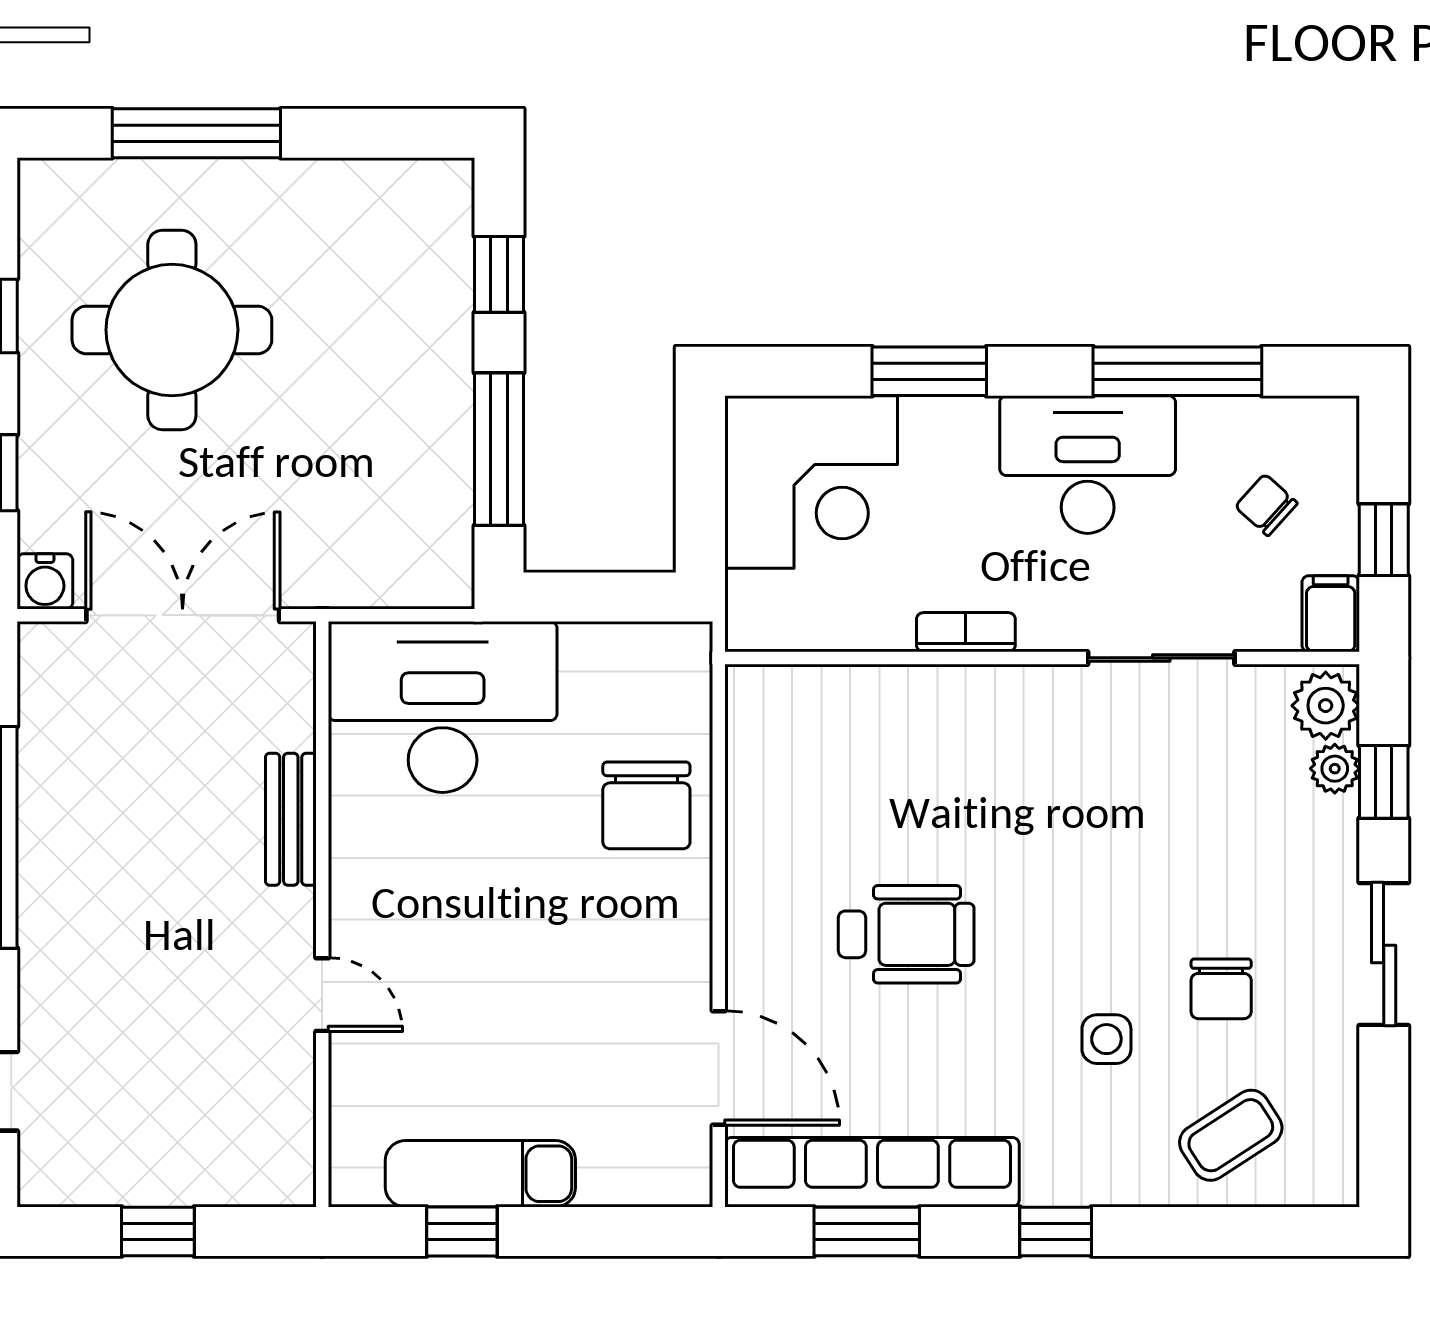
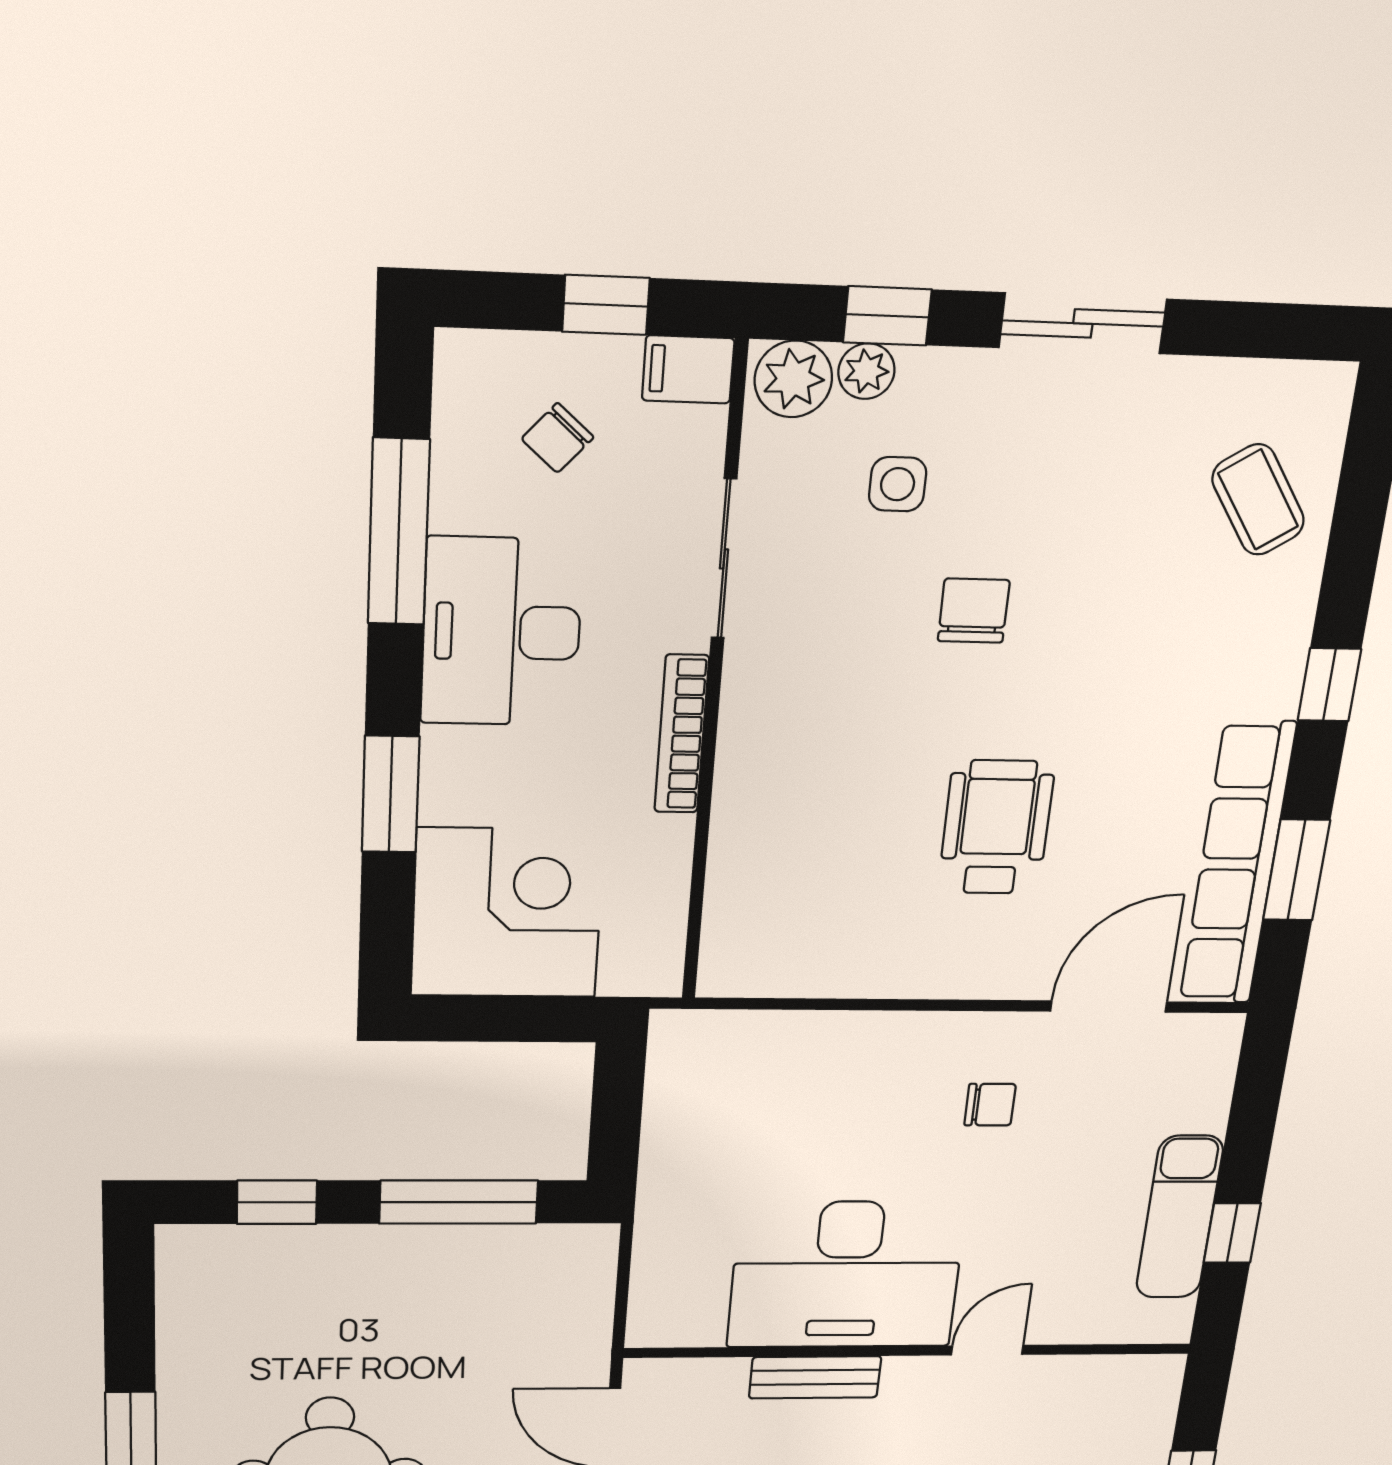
bookcase: (966, 632) -> (682, 734), width x1.56
desk: (443, 707) -> (846, 1275), moved, turned -90
chair: (646, 805) -> (990, 1105), moved, width x0.54, depth x0.54
chair: (1221, 989) -> (974, 611), moved, turned -90
side table: (1106, 1039) -> (898, 484), moved

